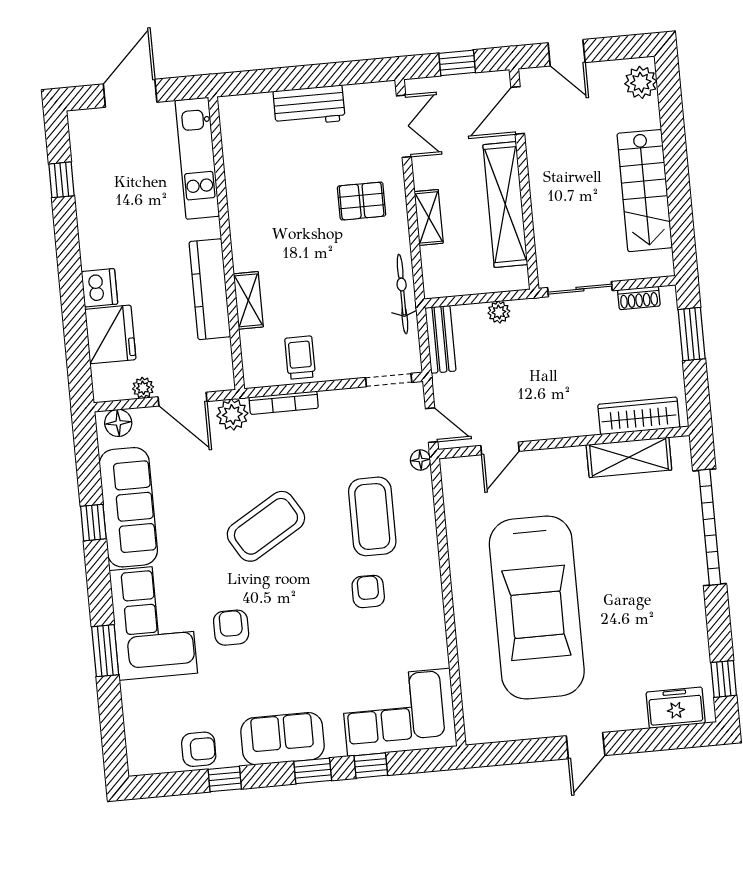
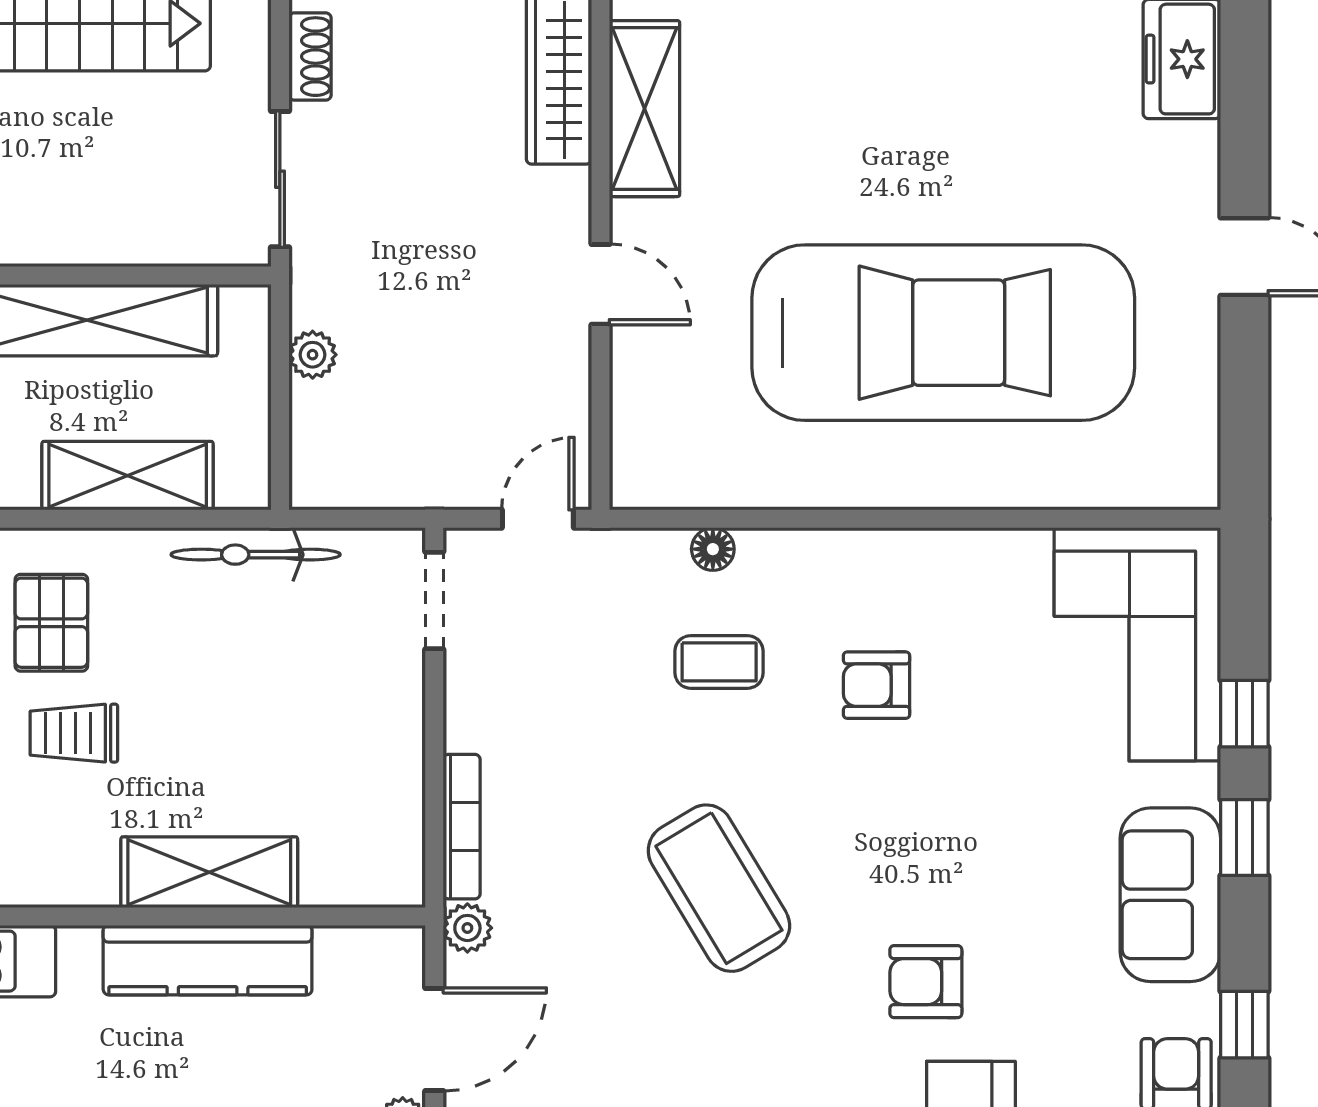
shelving: (429, 217) -> (128, 476), width x1.50, depth x1.33
shelving: (248, 300) -> (209, 872), width x1.50, depth x1.33
bench: (440, 339) -> (359, 483), removed
trolley: (300, 358) -> (74, 733), moved
plant: (232, 415) -> (467, 928), width x0.73, depth x0.73
door: (500, 448) -> (600, 284), moved
floor lamp: (420, 460) -> (713, 549), moved
coffee table: (372, 516) -> (719, 662), width x0.54, depth x0.58

